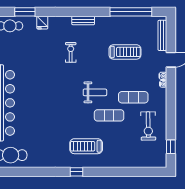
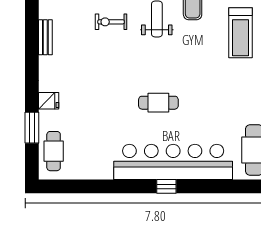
exercise bike: (71, 52) -> (111, 22), moved
cafe table: (41, 93) -> (158, 103), added

